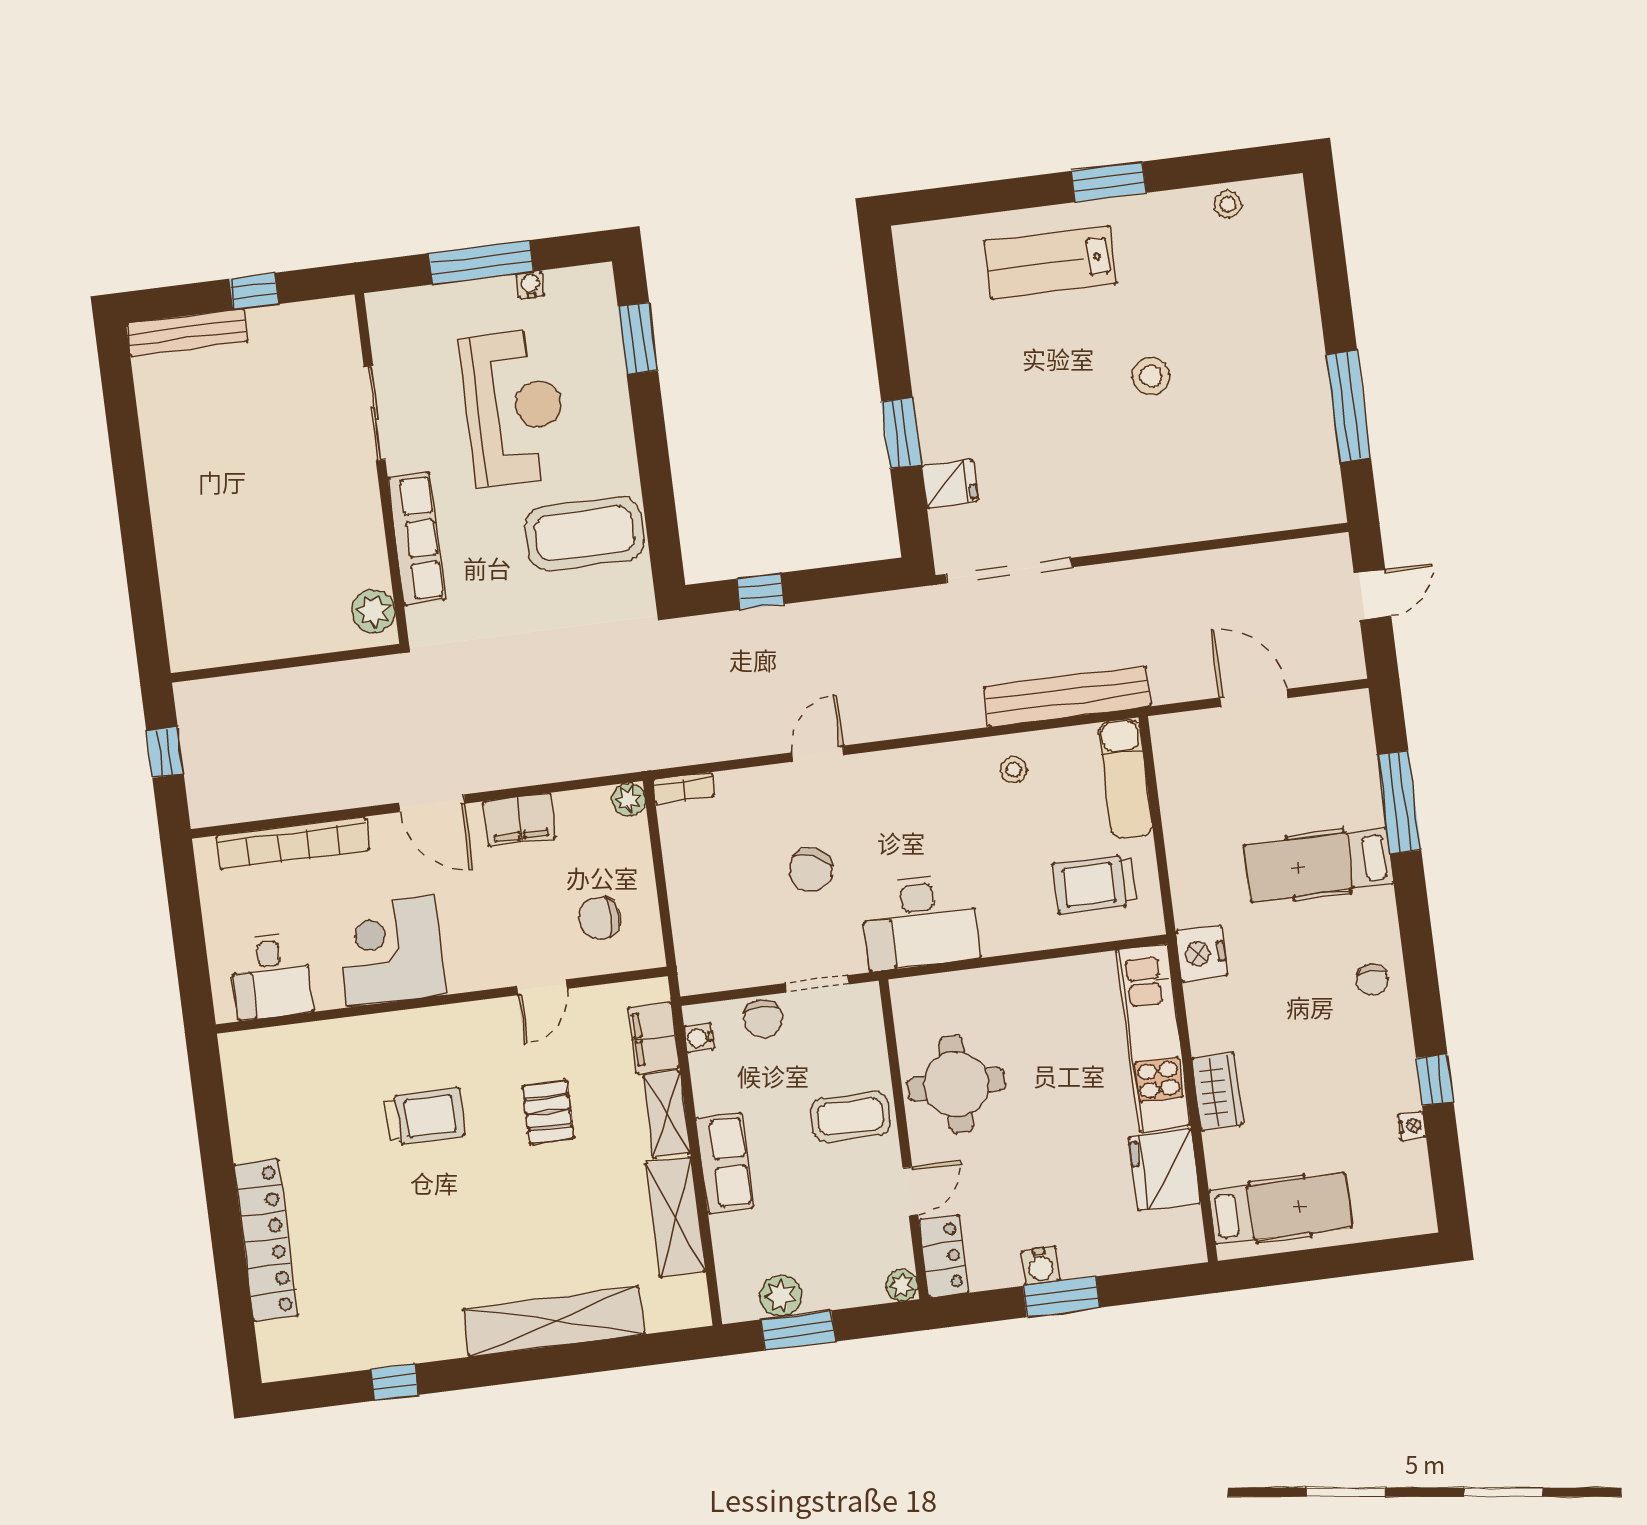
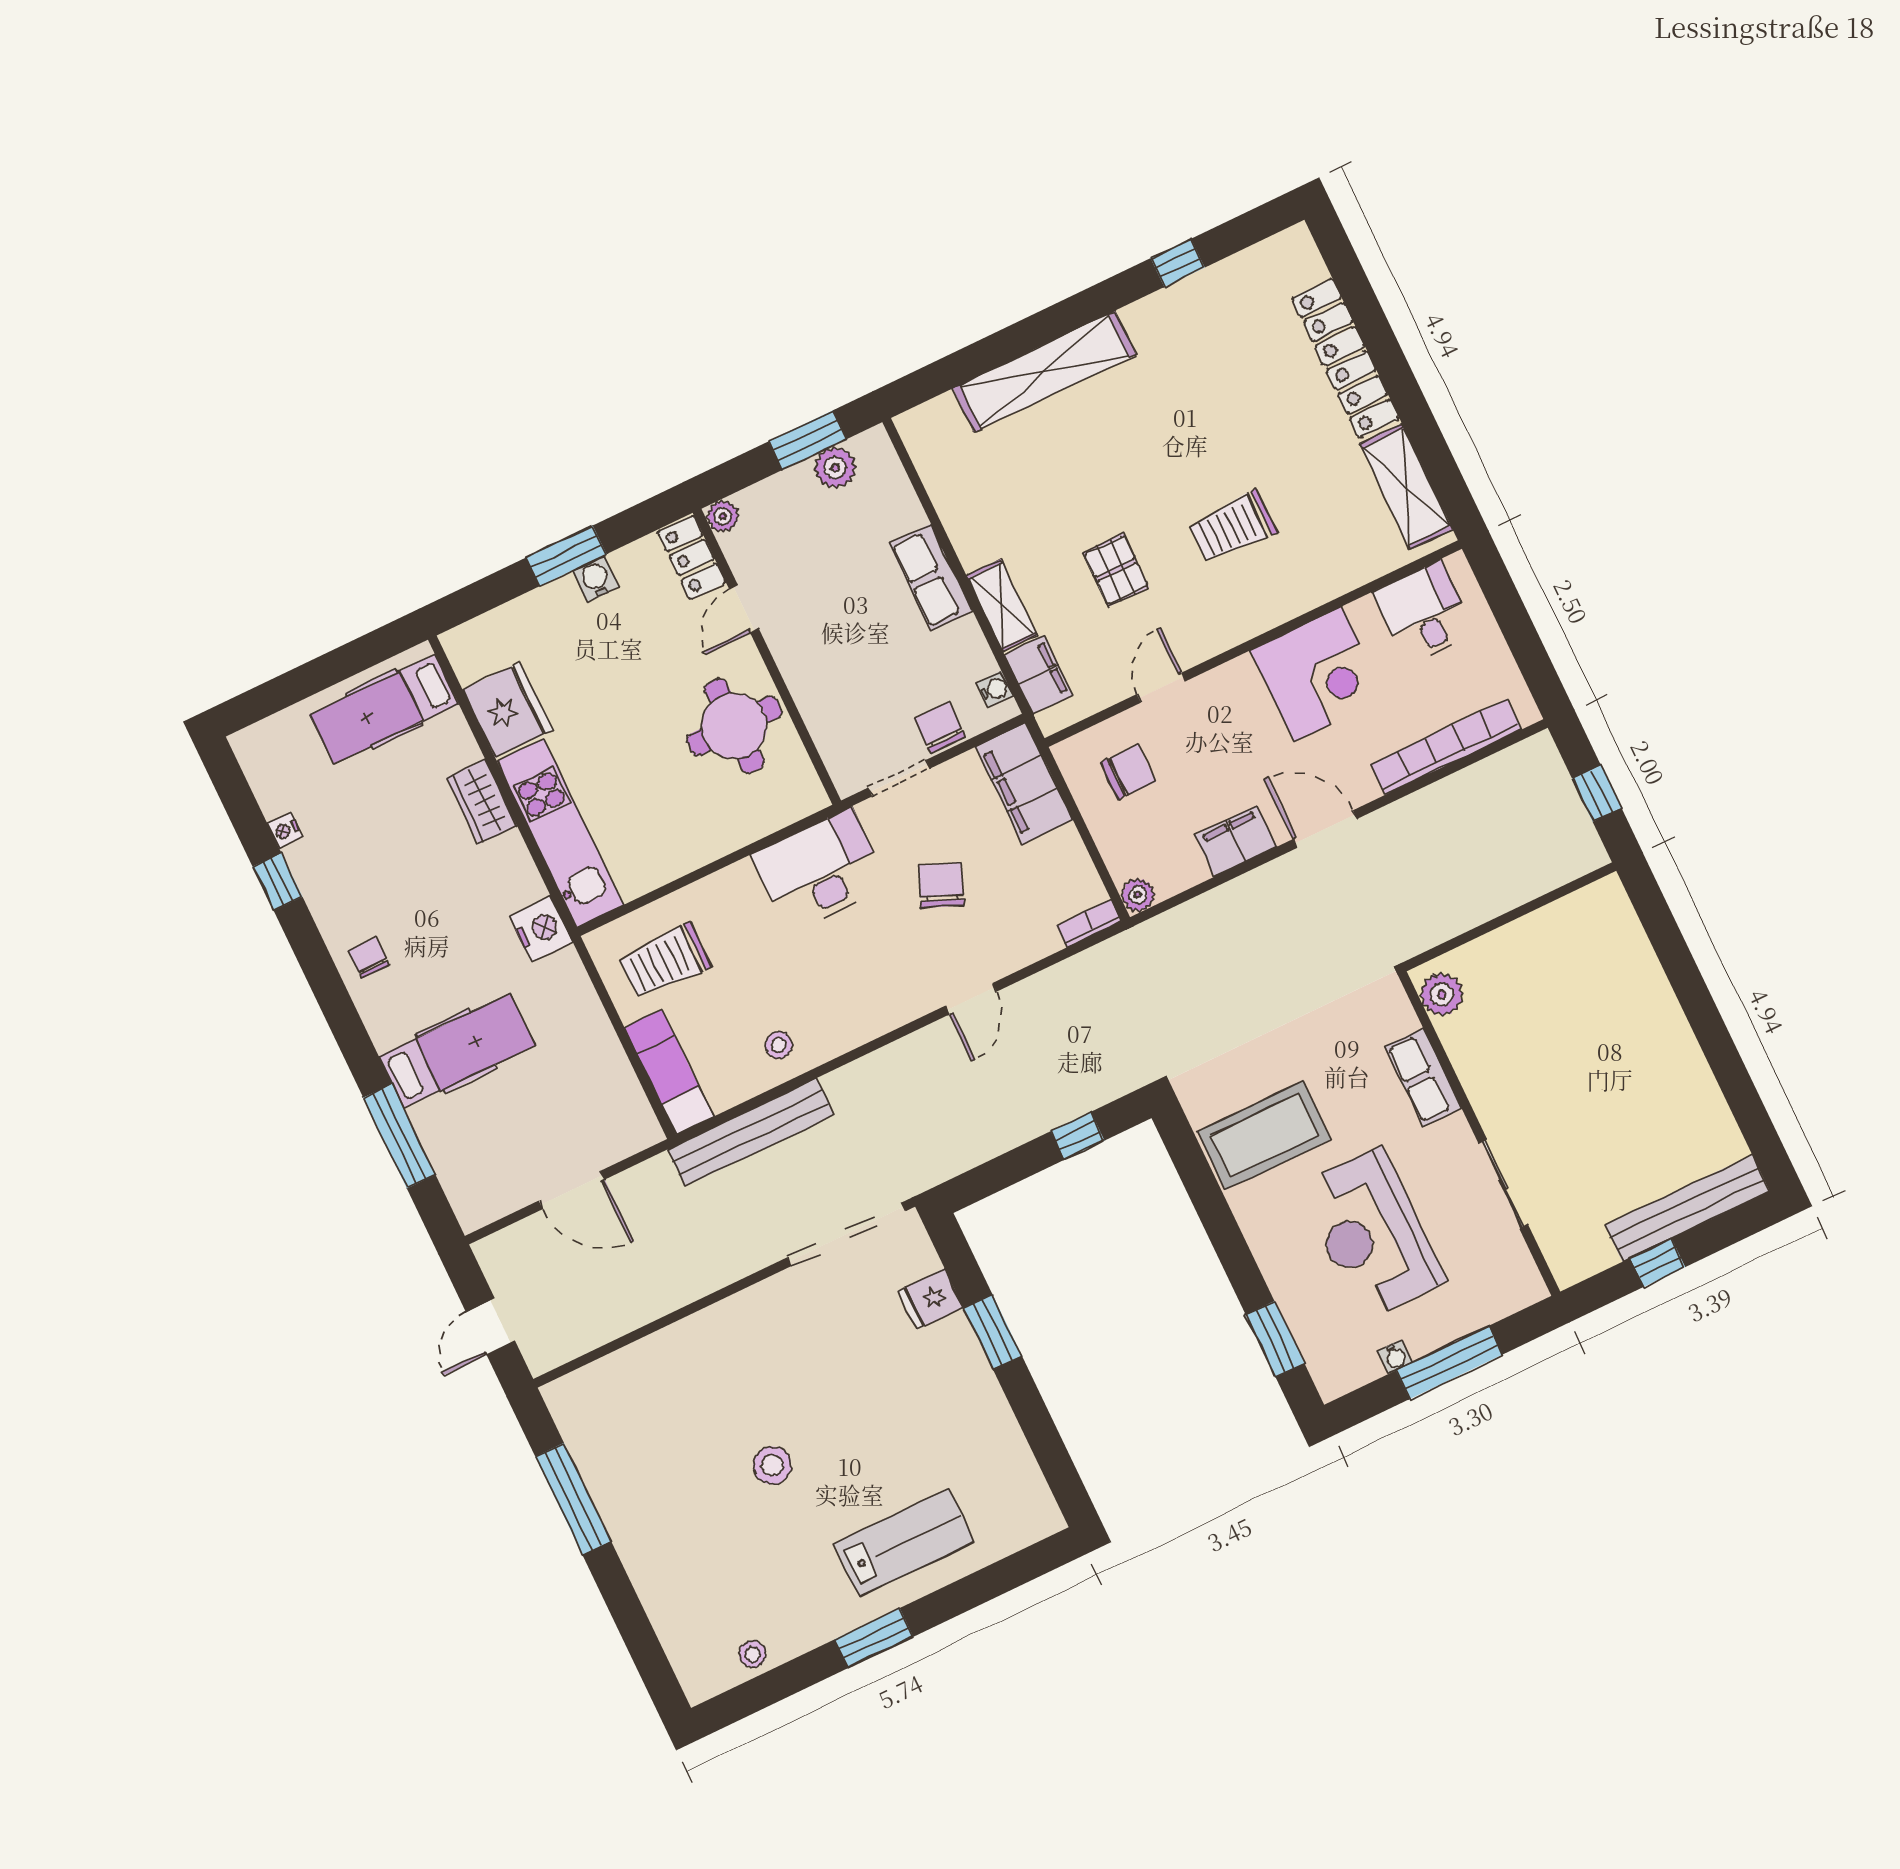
bench: (187, 333) -> (1687, 1208), width x1.37, depth x1.21
row of seats: (417, 539) -> (1423, 1077), width x0.68
trolley: (1095, 884) -> (665, 961), turned 180
filing cabinet: (701, 940) -> (1024, 783), added
coffee table: (850, 1117) -> (825, 661), removed
shelving: (675, 1217) -> (1406, 487), moved

